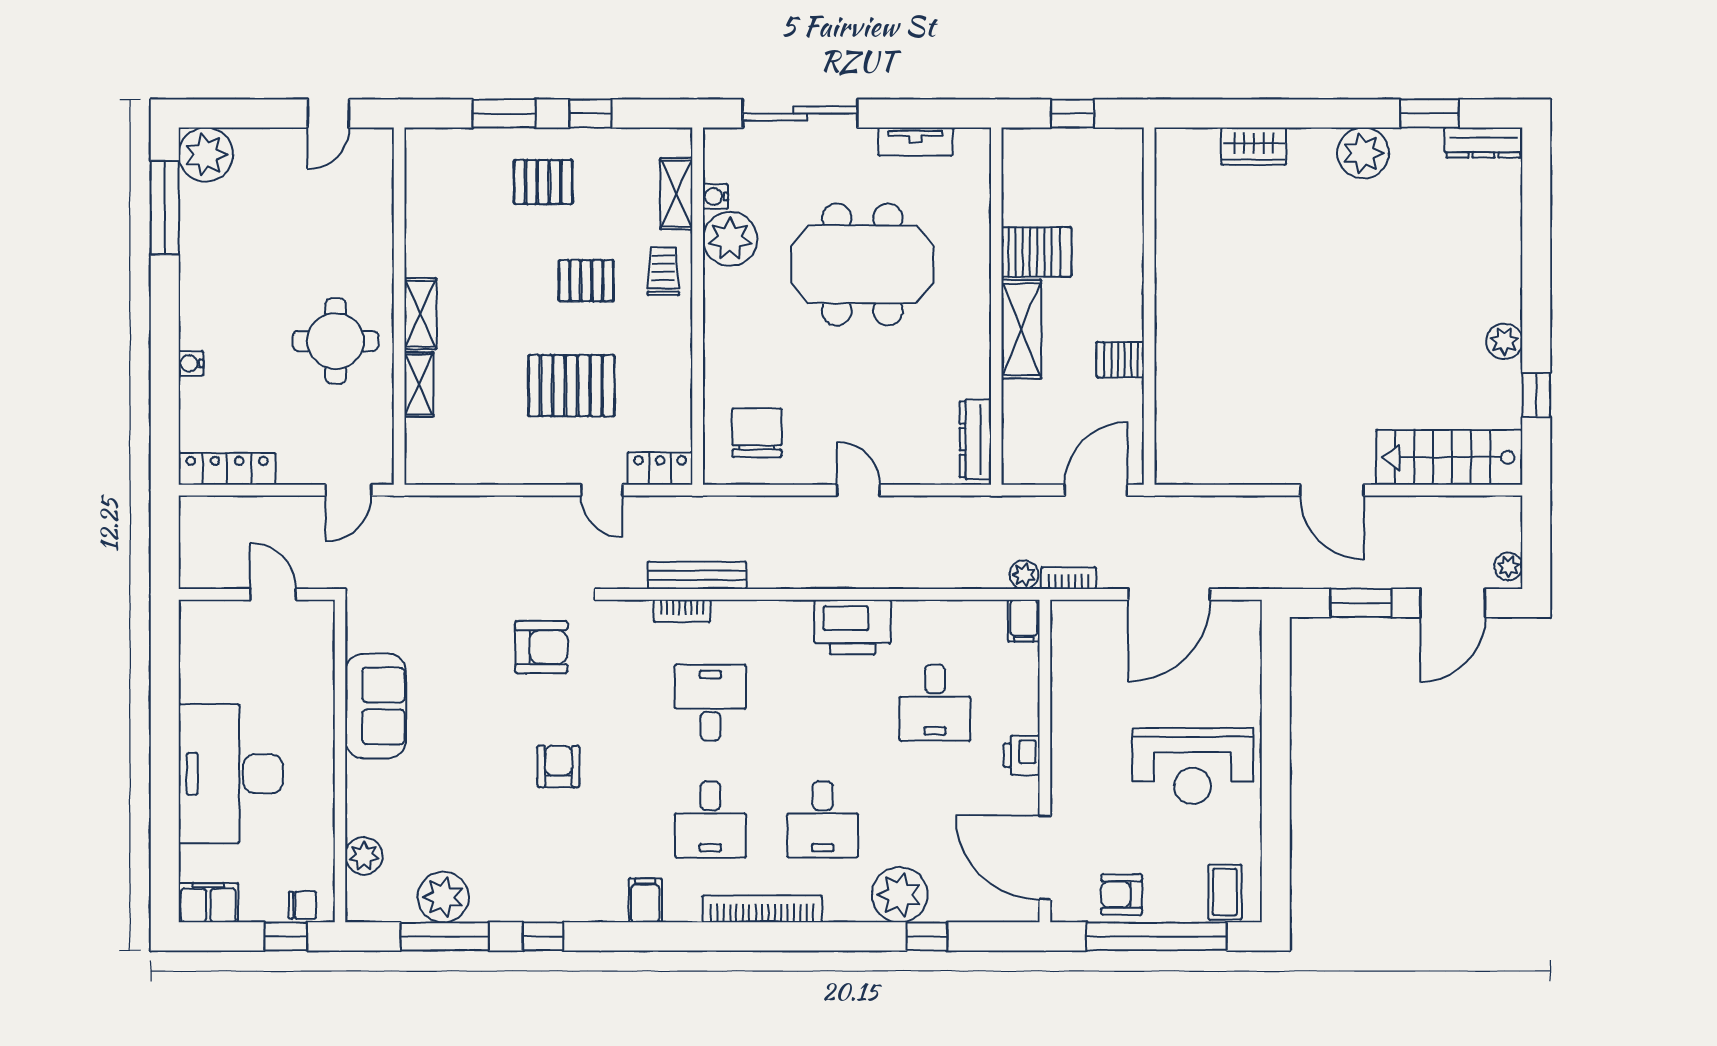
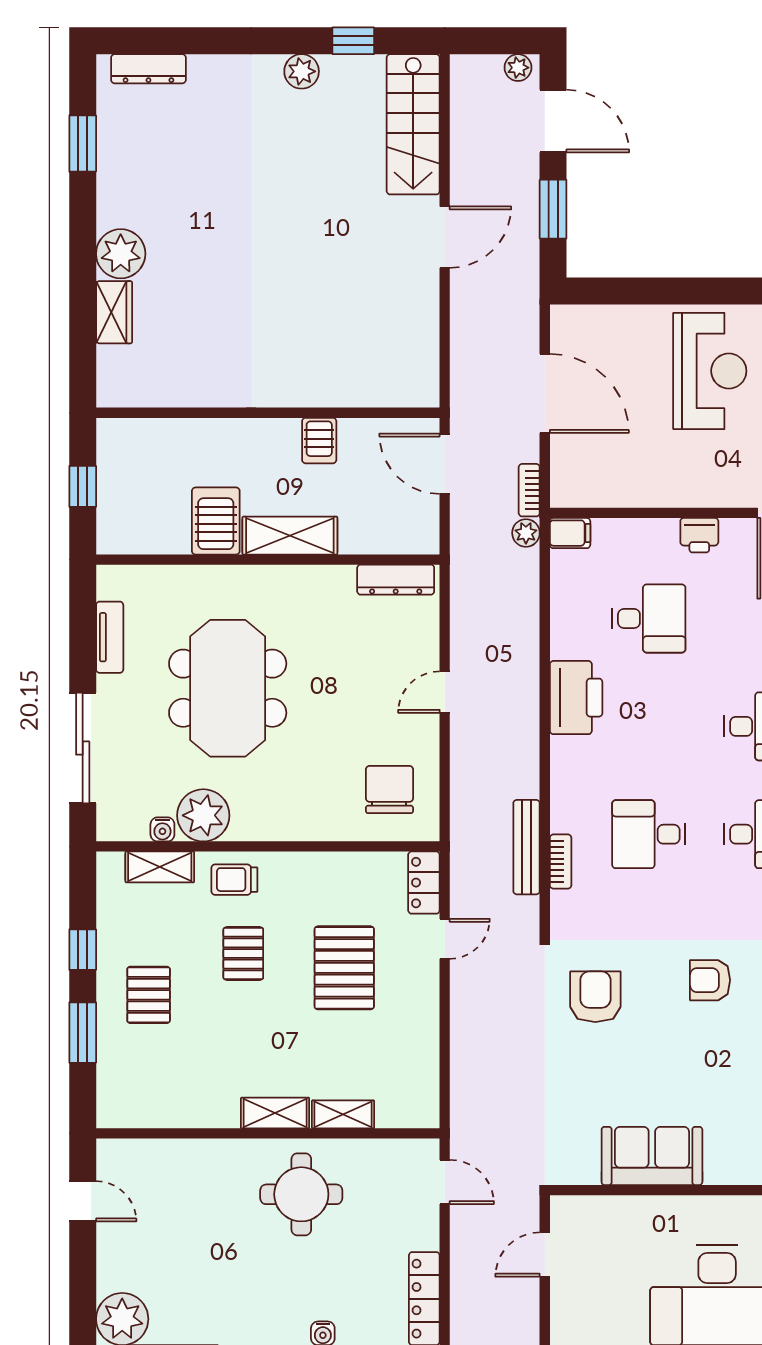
dresser: (1483, 143) -> (148, 69), moved, turned 90
plant: (1363, 153) -> (121, 254), moved
chair: (757, 433) -> (389, 790), turned 90

